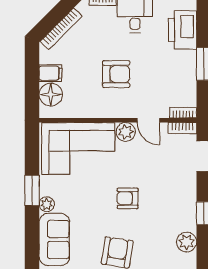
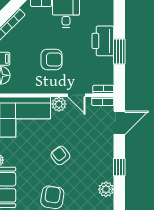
printer: (183, 30) -> (103, 41), moved
armchair: (128, 198) -> (60, 155), turned 53

